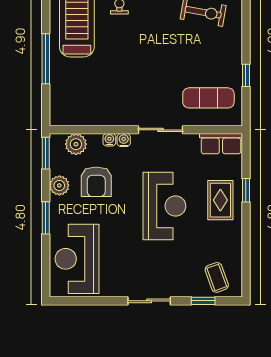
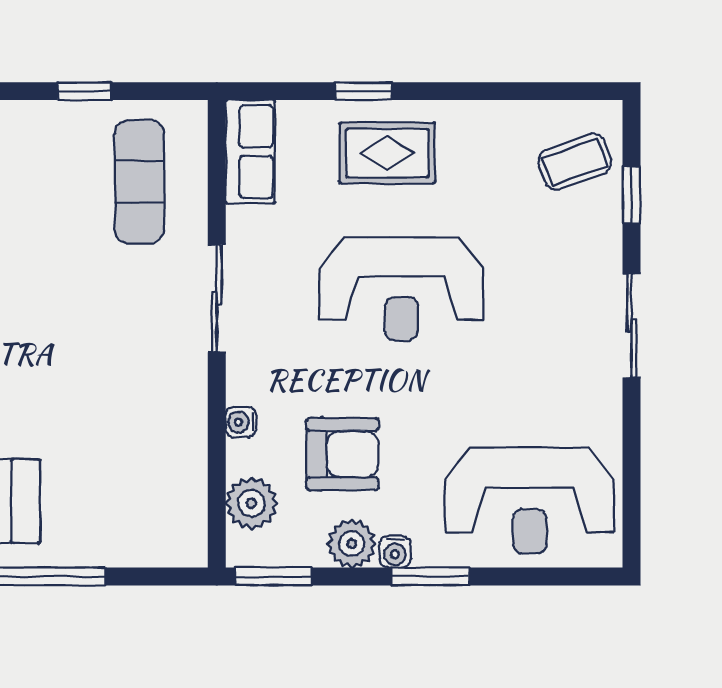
water cooler: (124, 140) -> (395, 552), moved, turned -90
reception desk: (164, 206) -> (401, 289), turned 180

